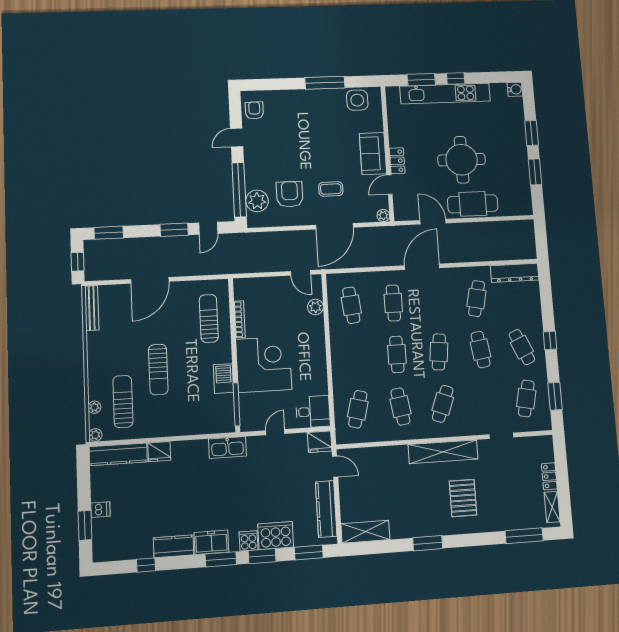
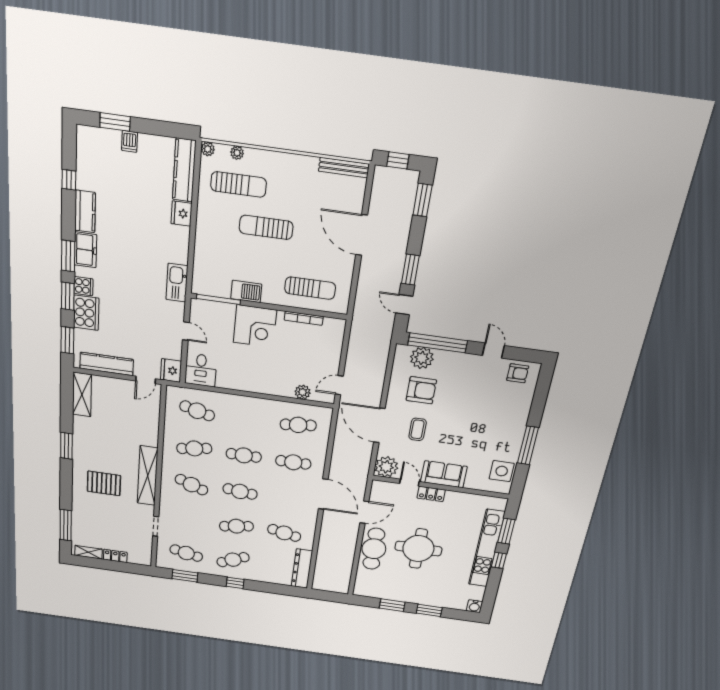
plant: (383, 216) -> (386, 467), width x1.87, depth x1.87
corner desk: (264, 364) -> (255, 326), width x0.74, depth x0.74

